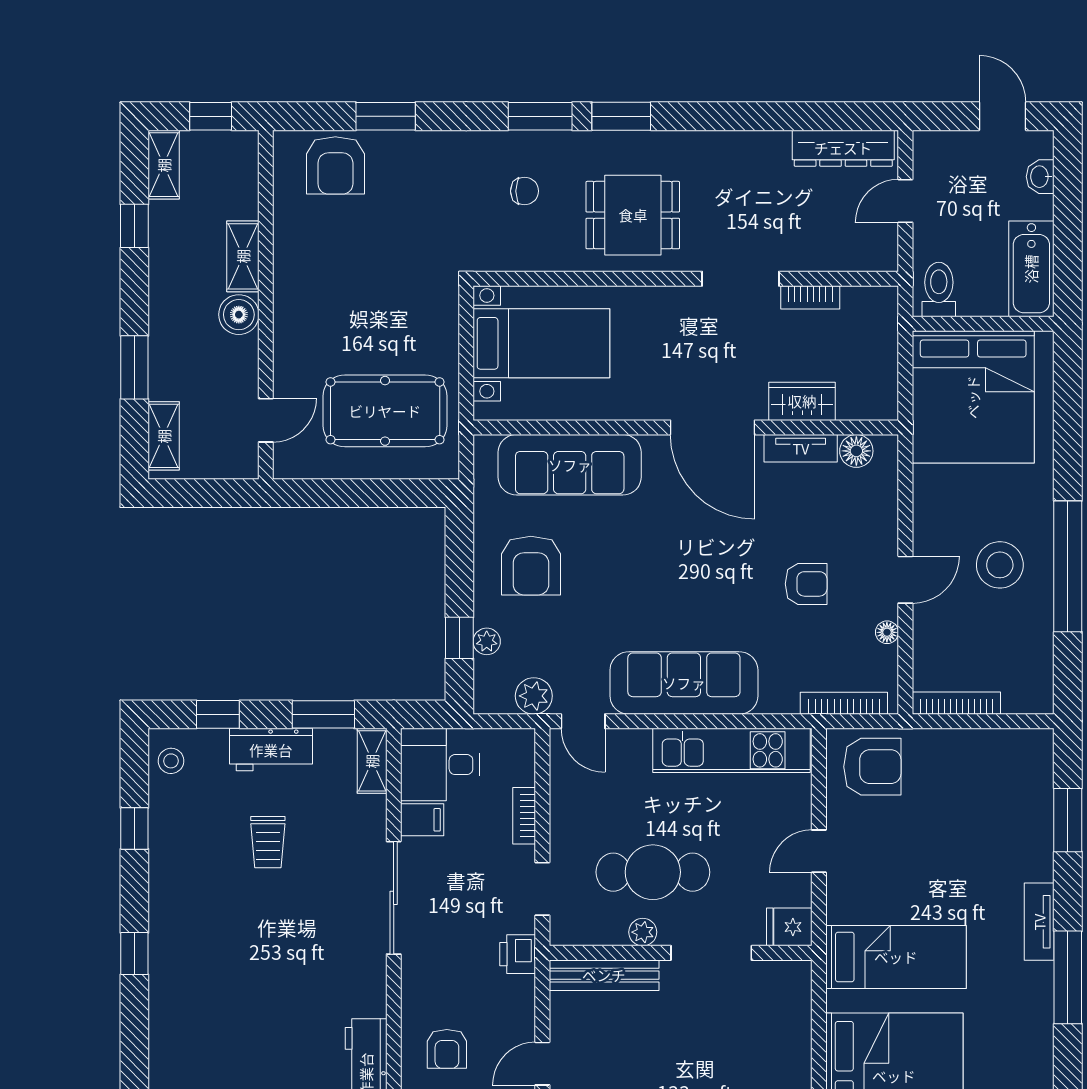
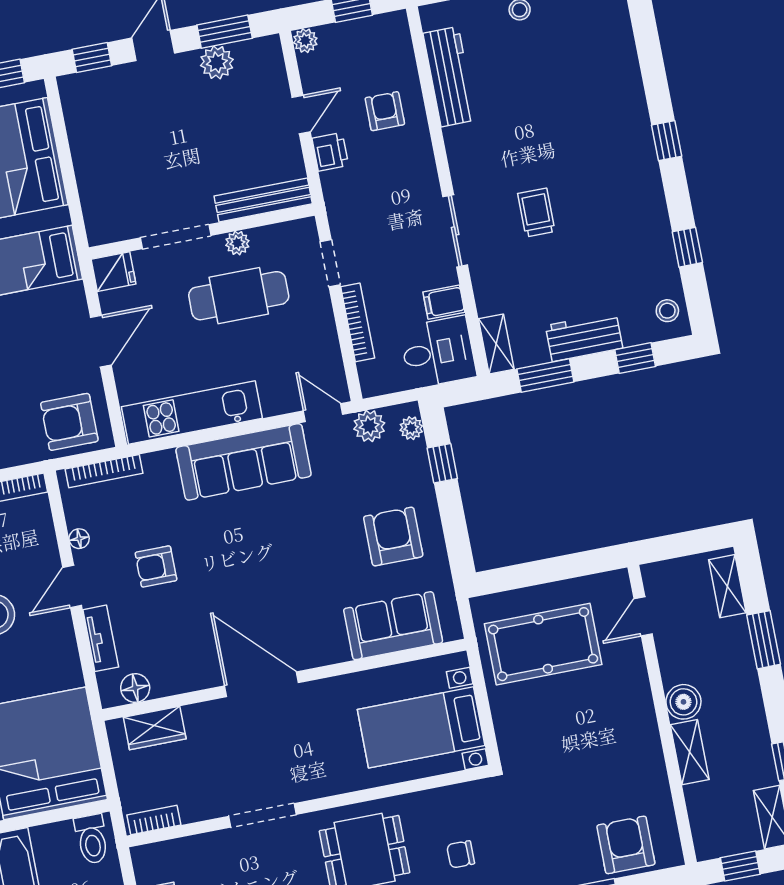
bookcase: (810, 297) -> (154, 820), moved
wardrobe: (802, 401) -> (155, 728), moved
tv unit: (801, 448) -> (101, 638), moved, turned 90
sofa: (570, 465) -> (393, 626), width x0.73
plant: (487, 641) -> (411, 428), moved
bookcase: (524, 816) -> (358, 322), width x1.56
trolley: (268, 842) -> (536, 213), moved
door: (819, 851) -> (101, 341), width x1.38
sliding door: (394, 898) -> (455, 231), width x0.73
printer: (518, 954) -> (330, 152), moved

